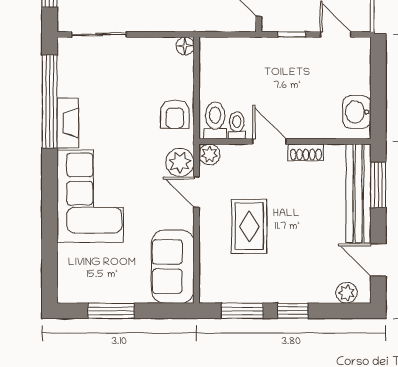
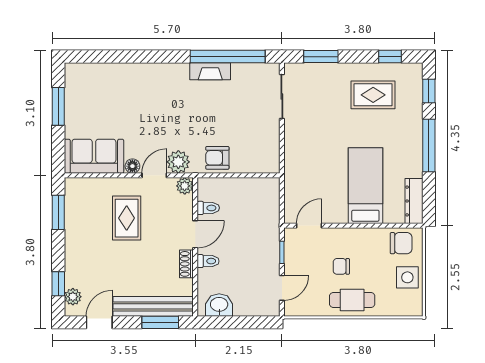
floor lamp: (185, 46) -> (132, 166), moved
toilet: (215, 120) -> (208, 261), moved, width x0.73, depth x0.72
corner sofa: (90, 196) -> (151, 89), removed
rug: (249, 226) -> (127, 218), turned 90
window: (293, 311) -> (58, 284), moved

